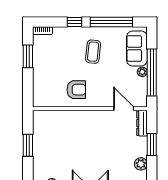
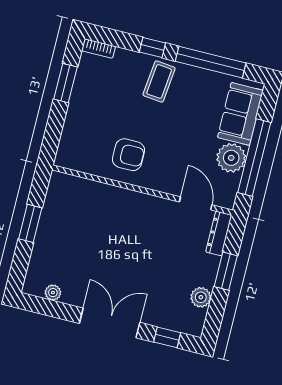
coffee table: (93, 52) -> (159, 81), moved
plant: (142, 72) -> (231, 158), width x1.87, depth x1.87

